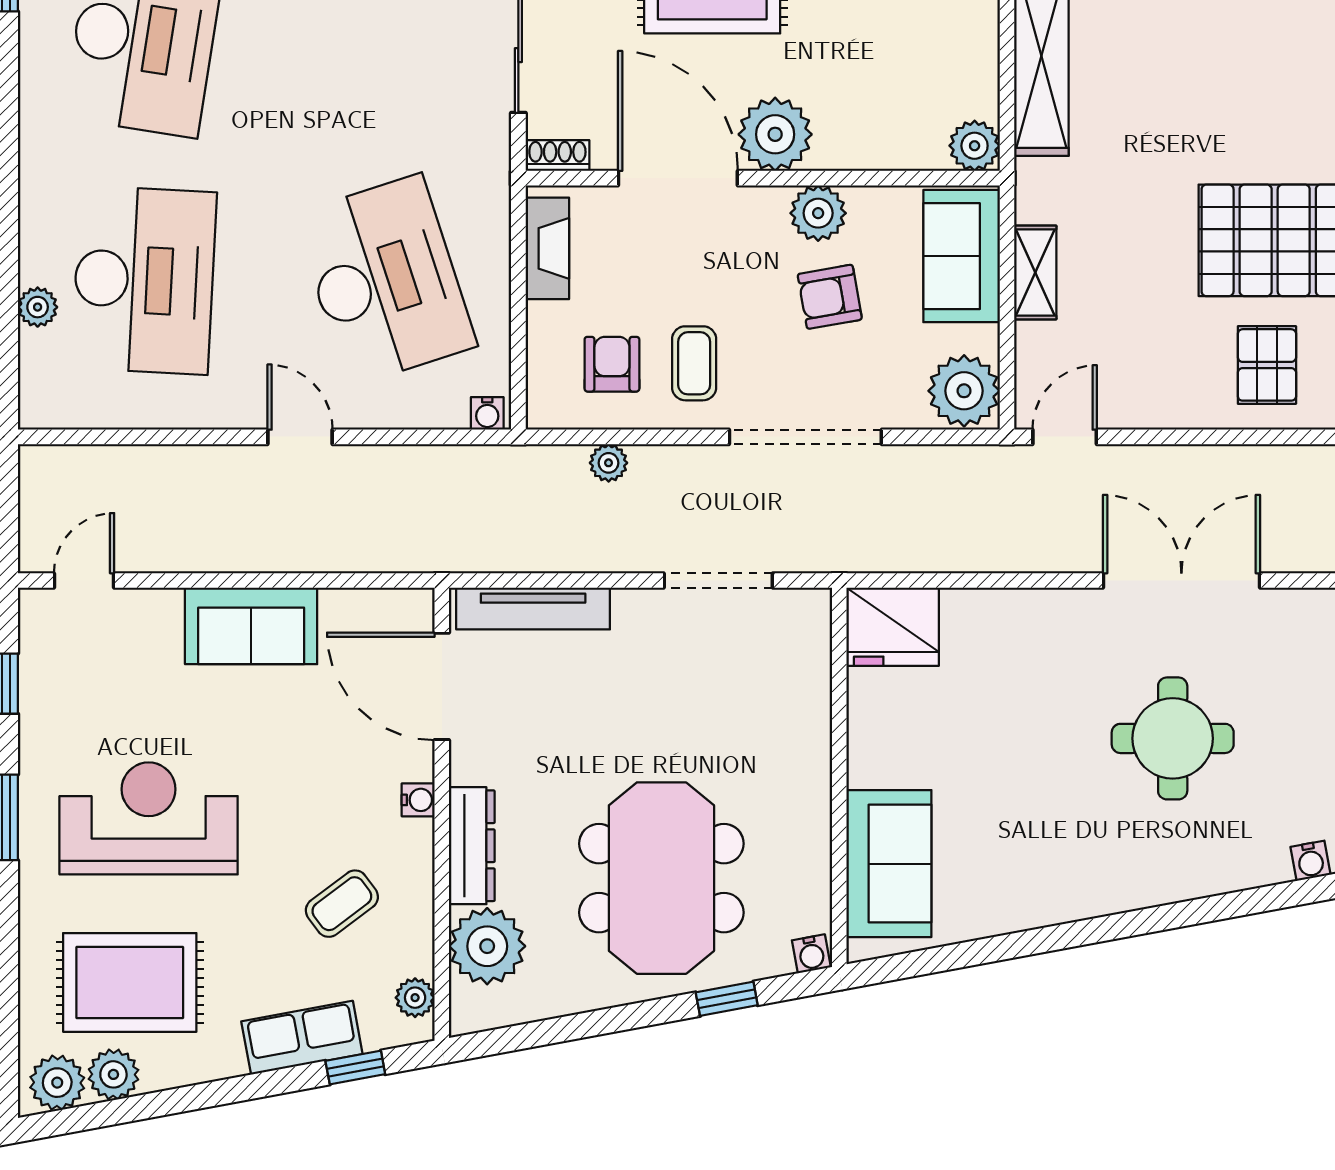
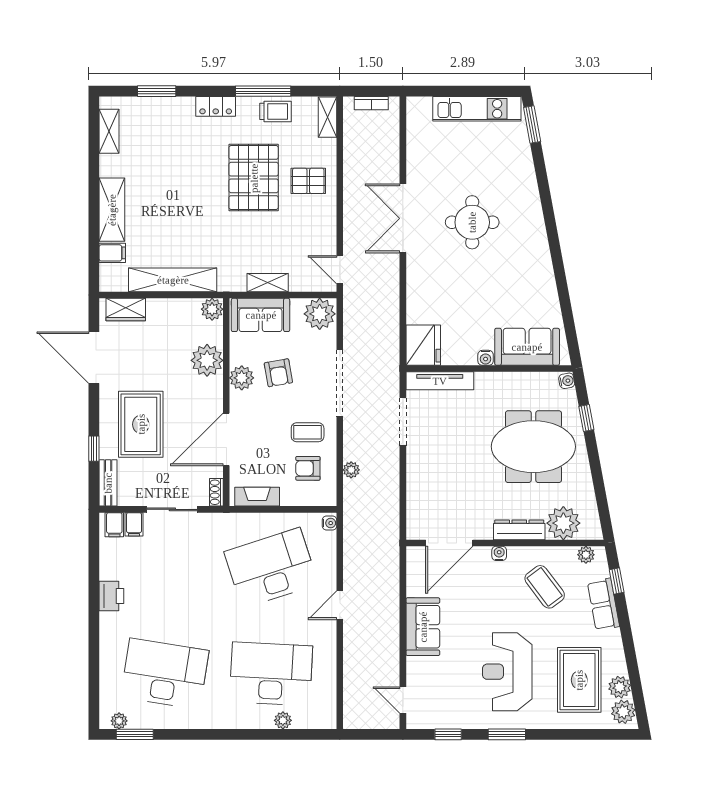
plant: (775, 134) -> (207, 360), moved
tv unit: (533, 609) -> (440, 381), moved, turned 90
water cooler: (1311, 861) -> (486, 358), moved, turned 100
coffee table: (342, 904) -> (545, 587), width x1.36, depth x1.30

